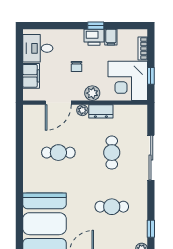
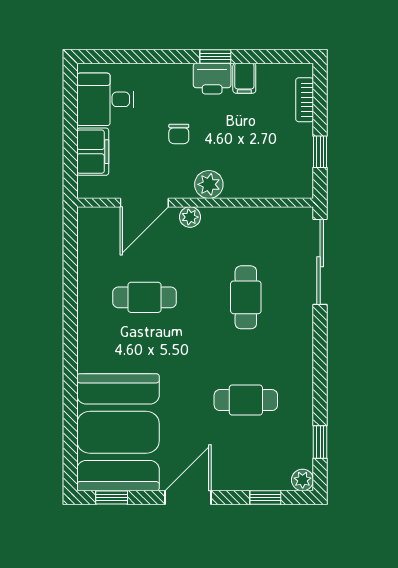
corner desk: (128, 81) -> (276, 161), removed
dresser: (101, 111) -> (225, 219), removed
sliding door: (151, 158) -> (320, 262), moved

